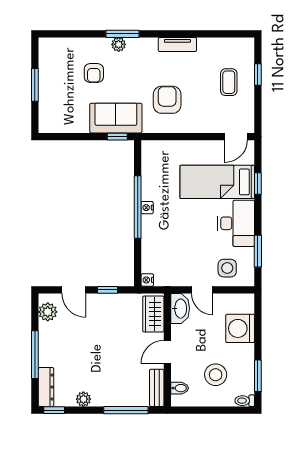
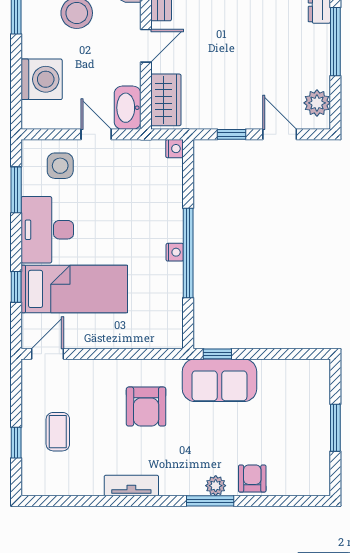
armchair: (94, 73) -> (252, 479), moved

